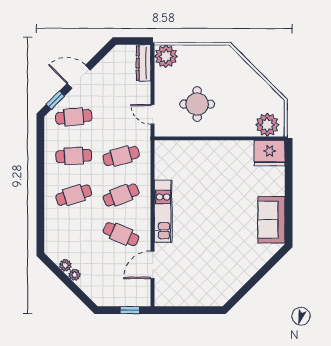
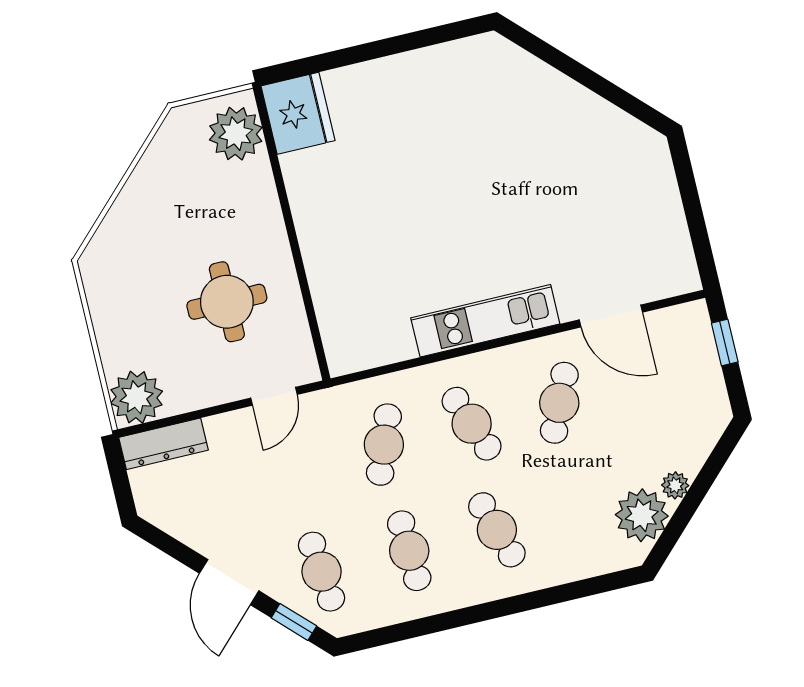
cafe table: (121, 156) -> (384, 445), turned 36
sofa: (271, 220) -> (446, 74), removed
plant: (65, 265) -> (642, 515), width x1.87, depth x1.87

